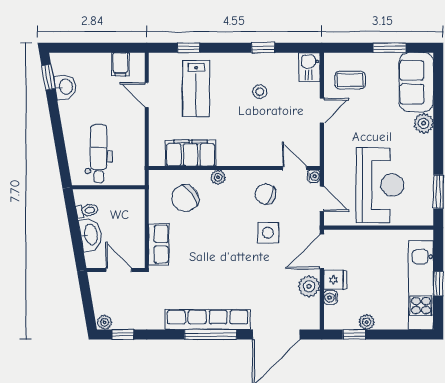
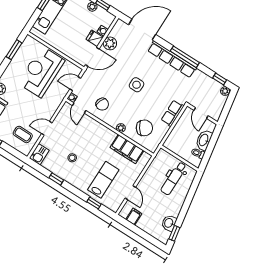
door: (322, 199) -> (75, 84), hinge flipped
side table: (268, 233) -> (137, 85), moved
window: (211, 334) -> (185, 57), moved

